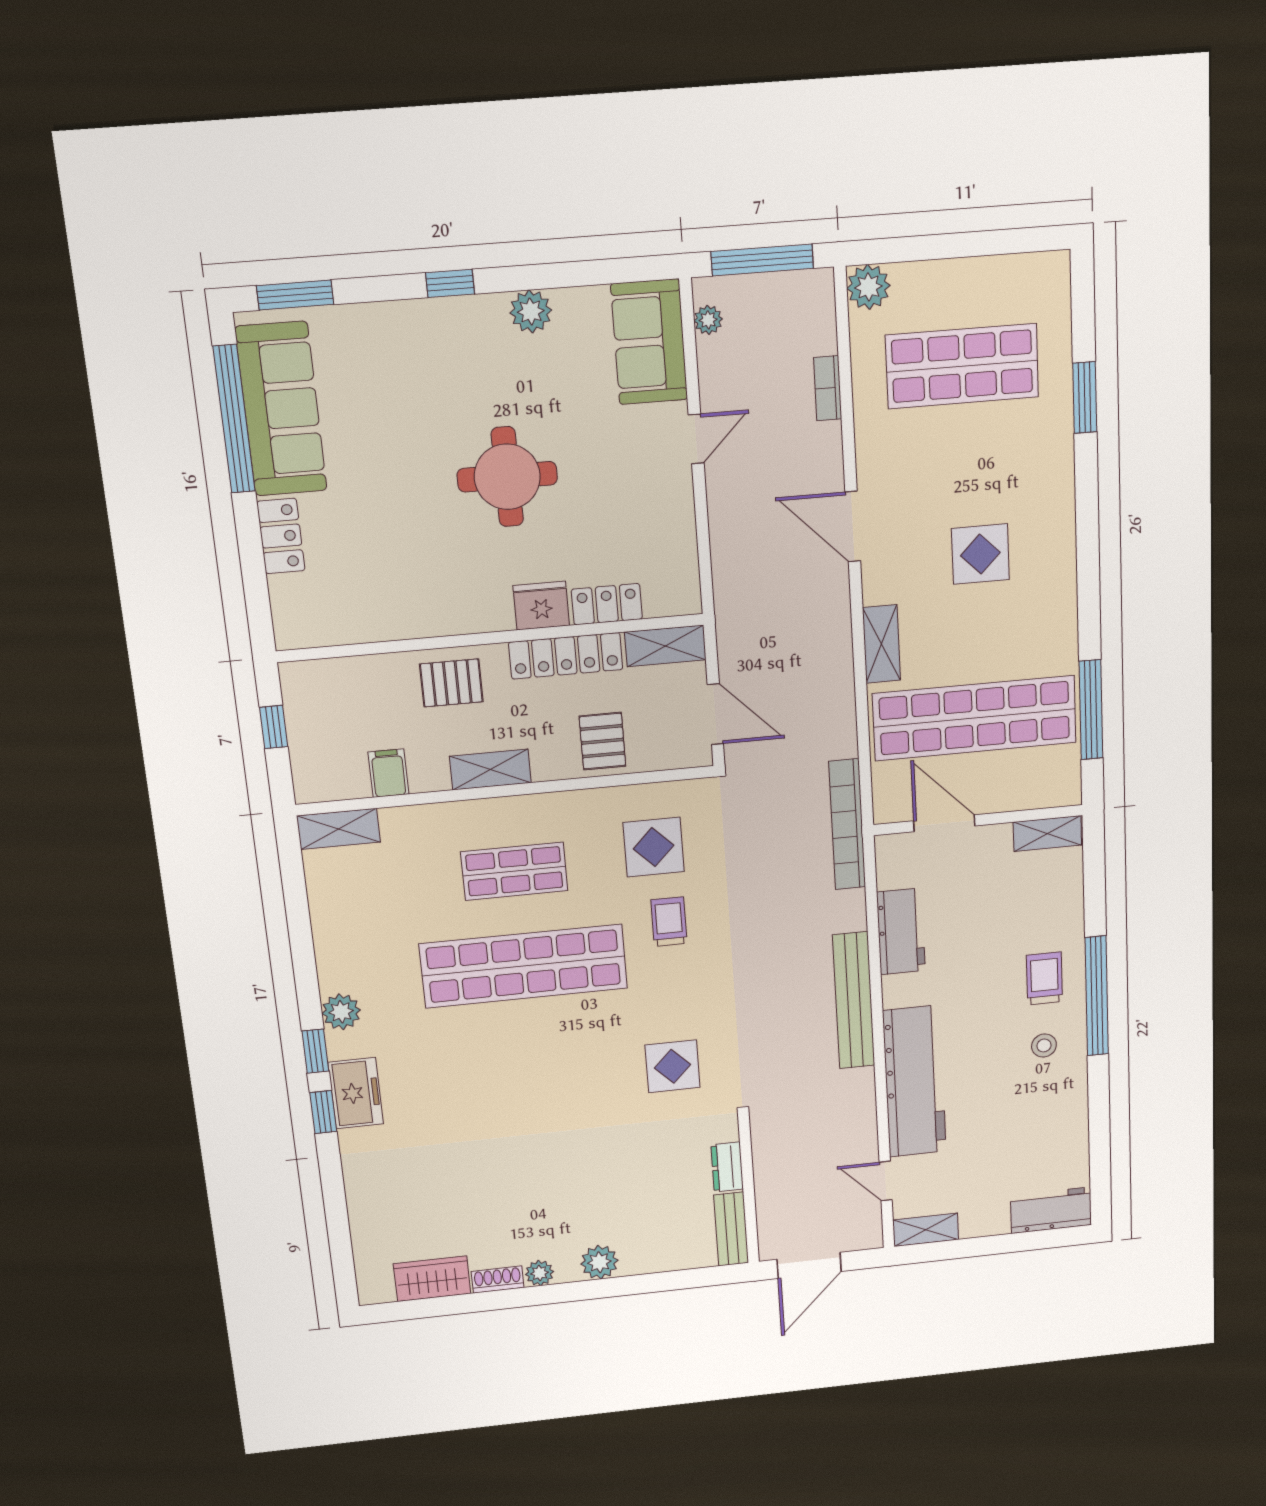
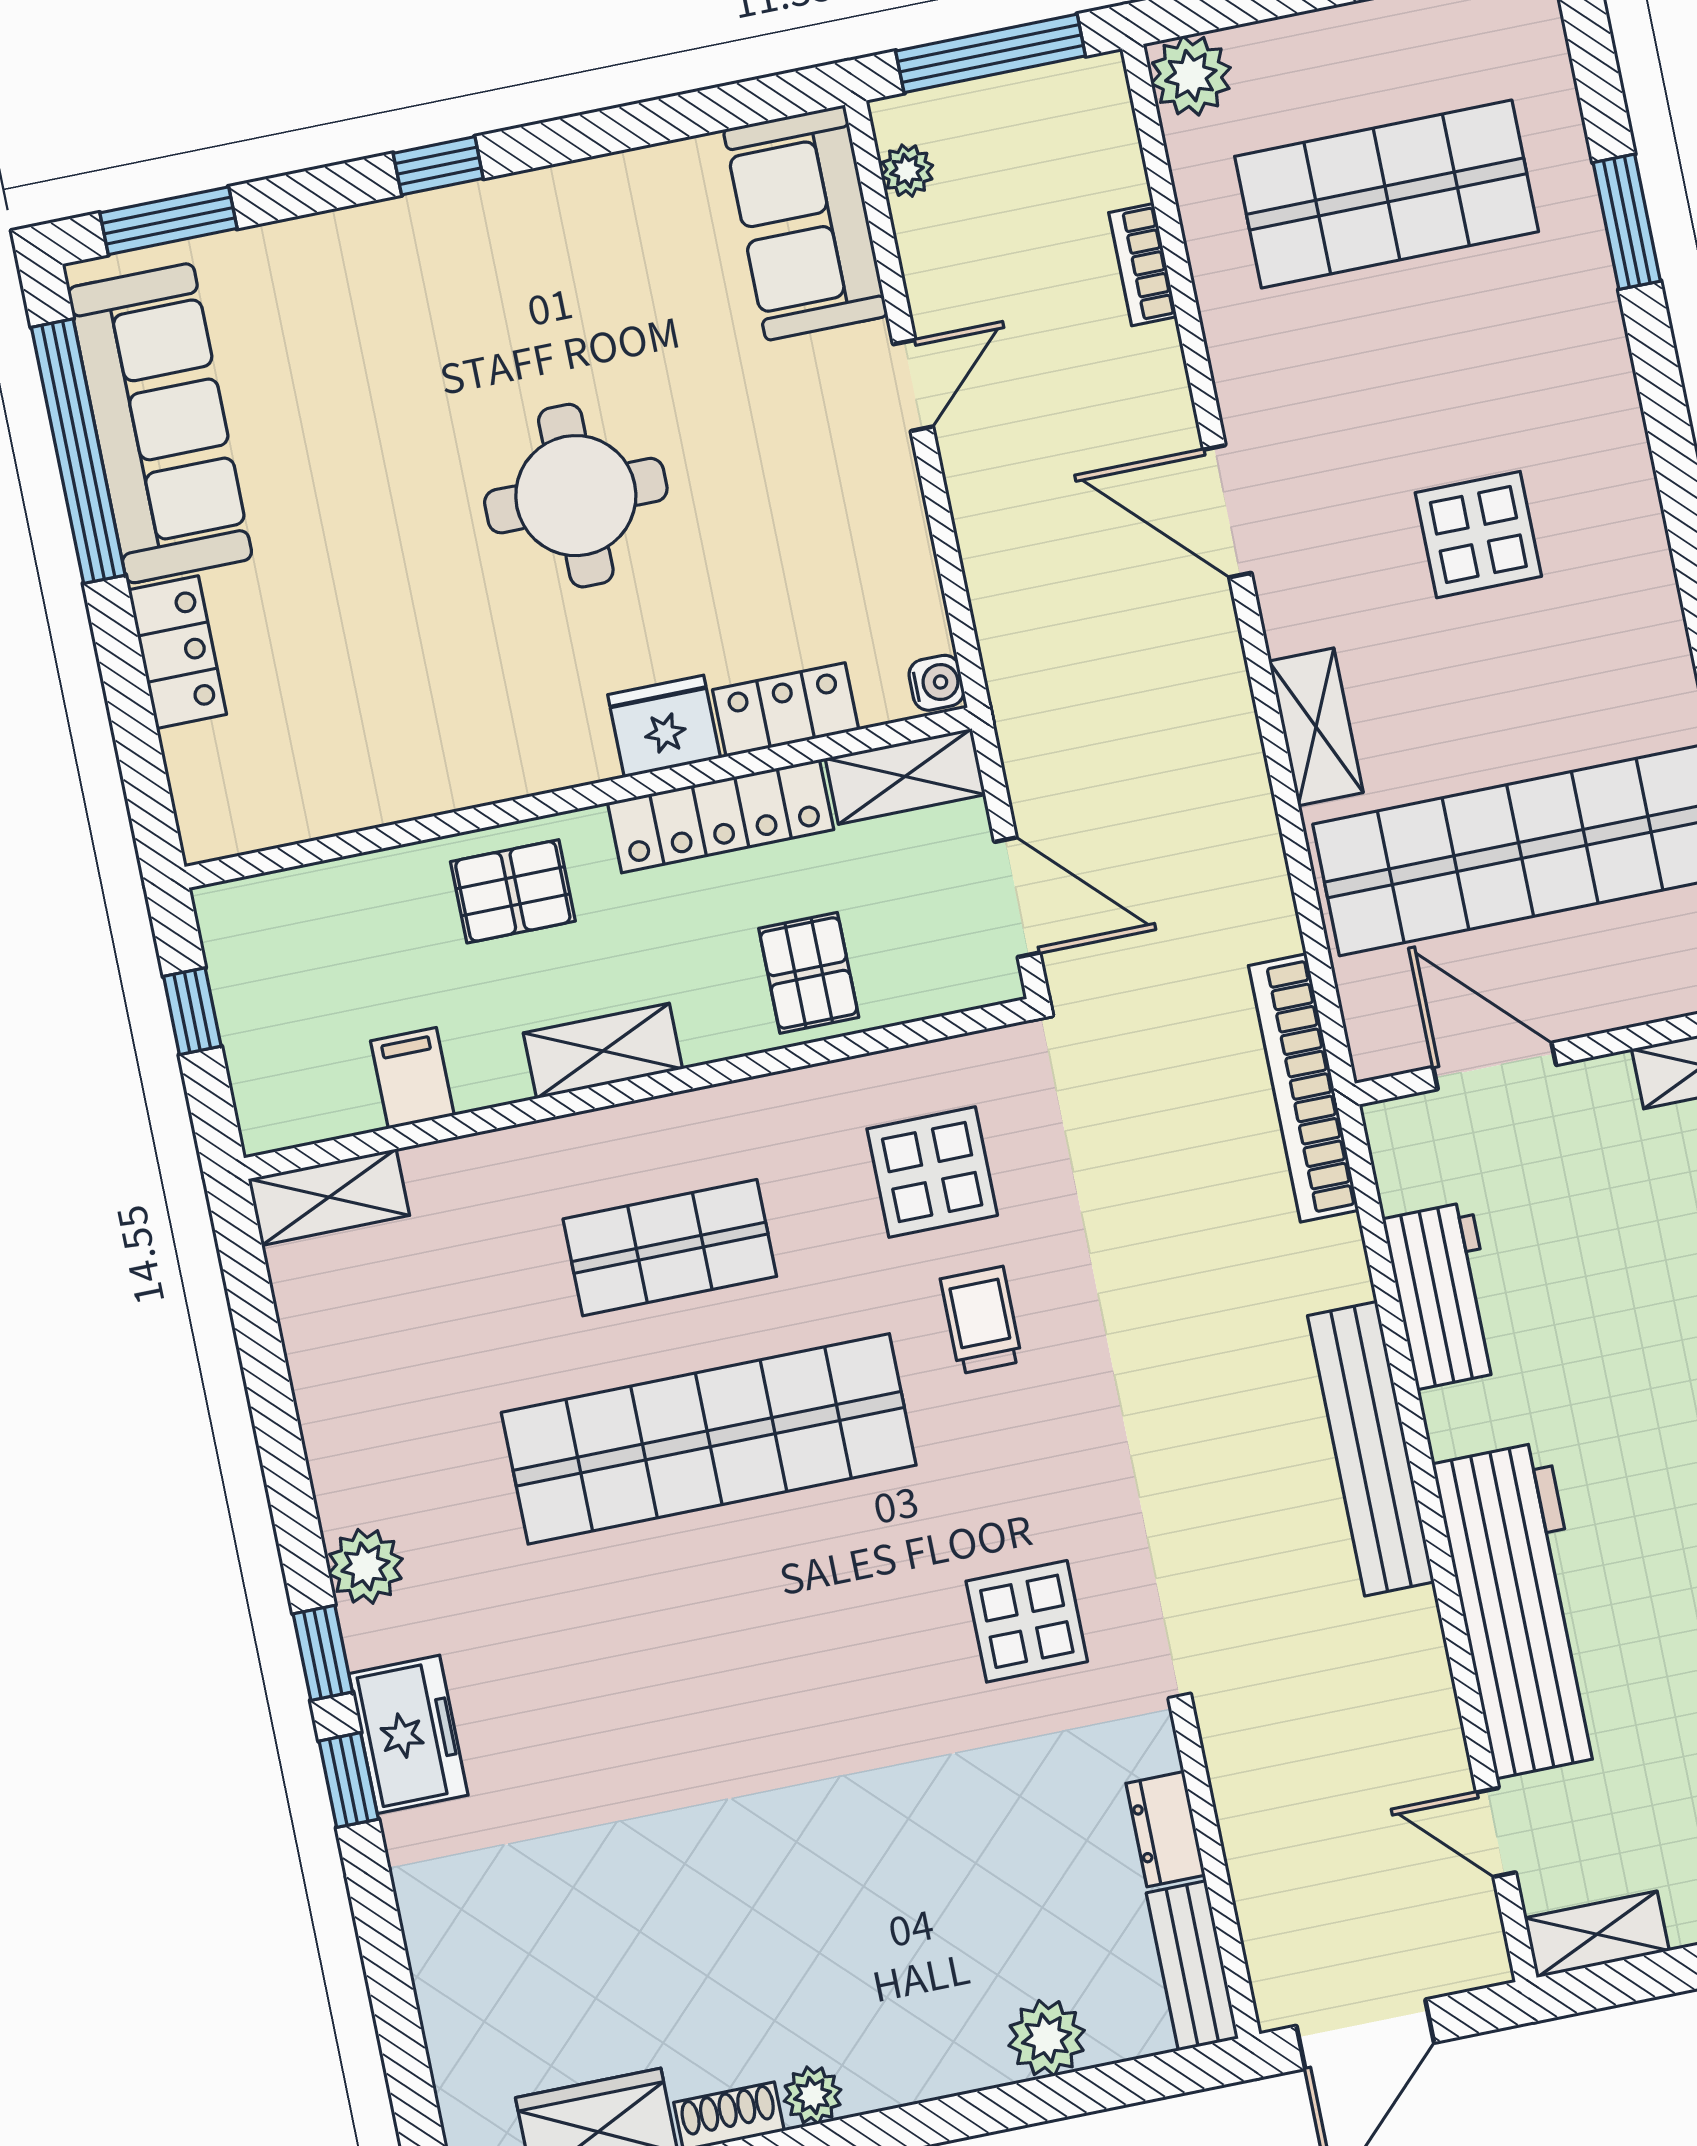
plant: (531, 311) -> (586, 196), removed
water cooler: (688, 599) -> (937, 683), added
plant: (599, 1262) -> (1047, 2038), moved

